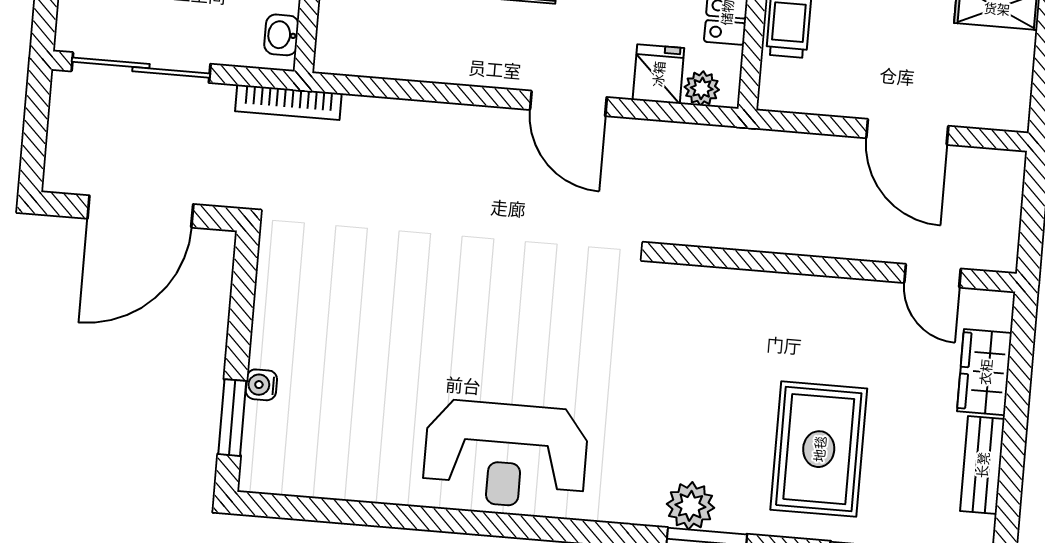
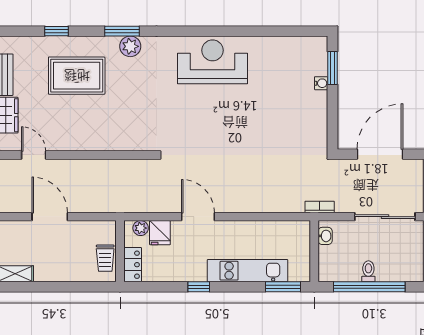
bookcase: (288, 102) -> (320, 207), width x0.64
rug: (819, 449) -> (77, 76), turned 90

